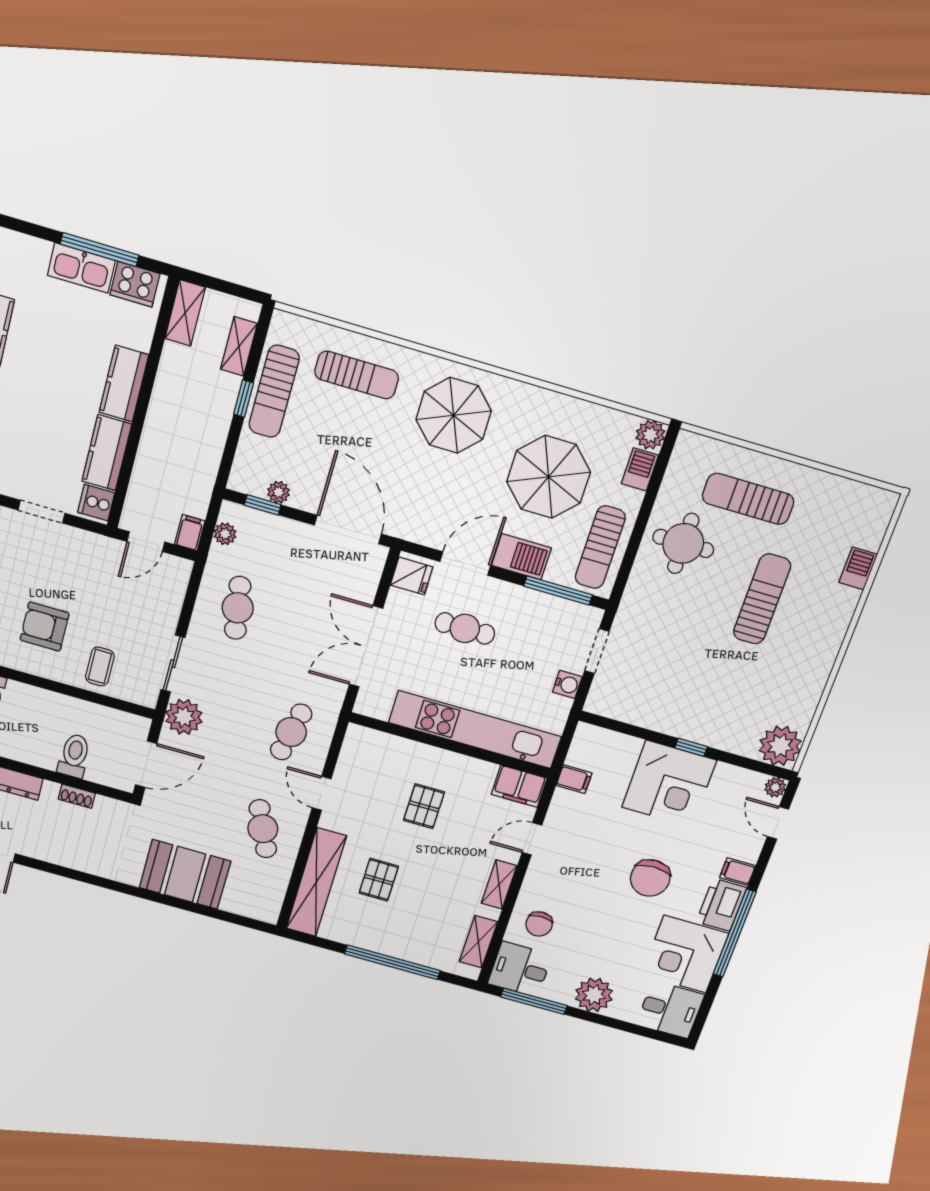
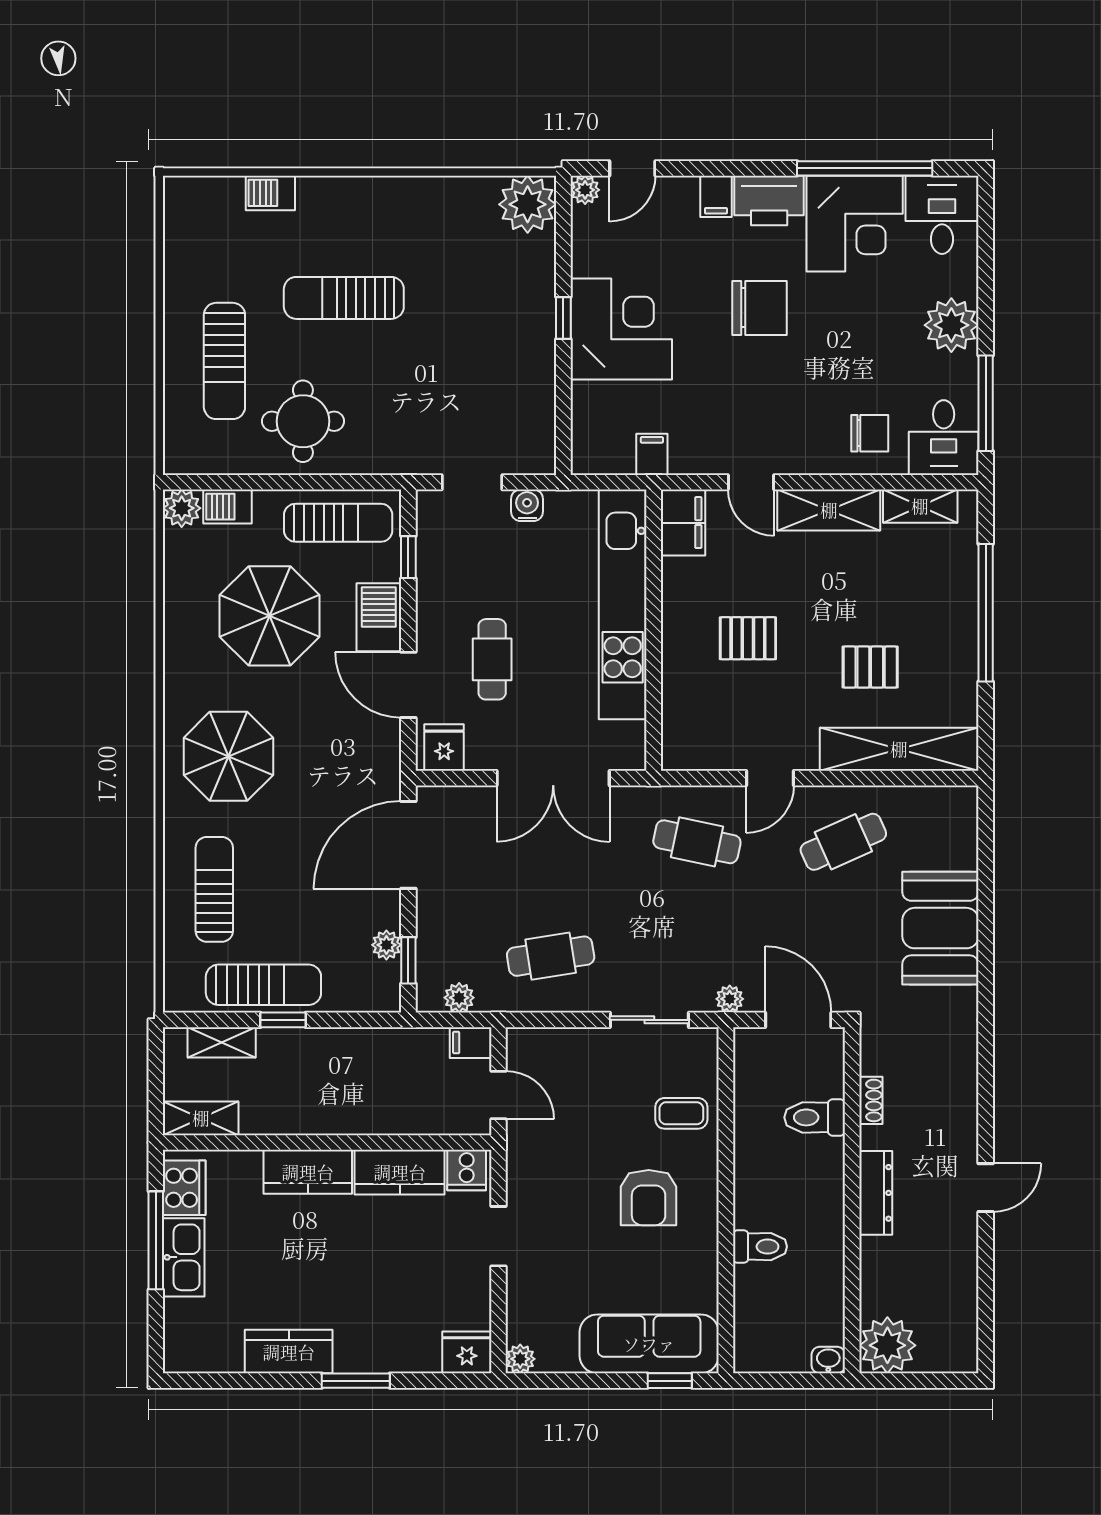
window: (558, 590) -> (408, 557), width x0.46
plant: (184, 717) -> (730, 999), width x0.53, depth x0.53
shelving: (499, 884) -> (829, 510), width x1.50, depth x1.33
window: (735, 933) -> (865, 168), moved

